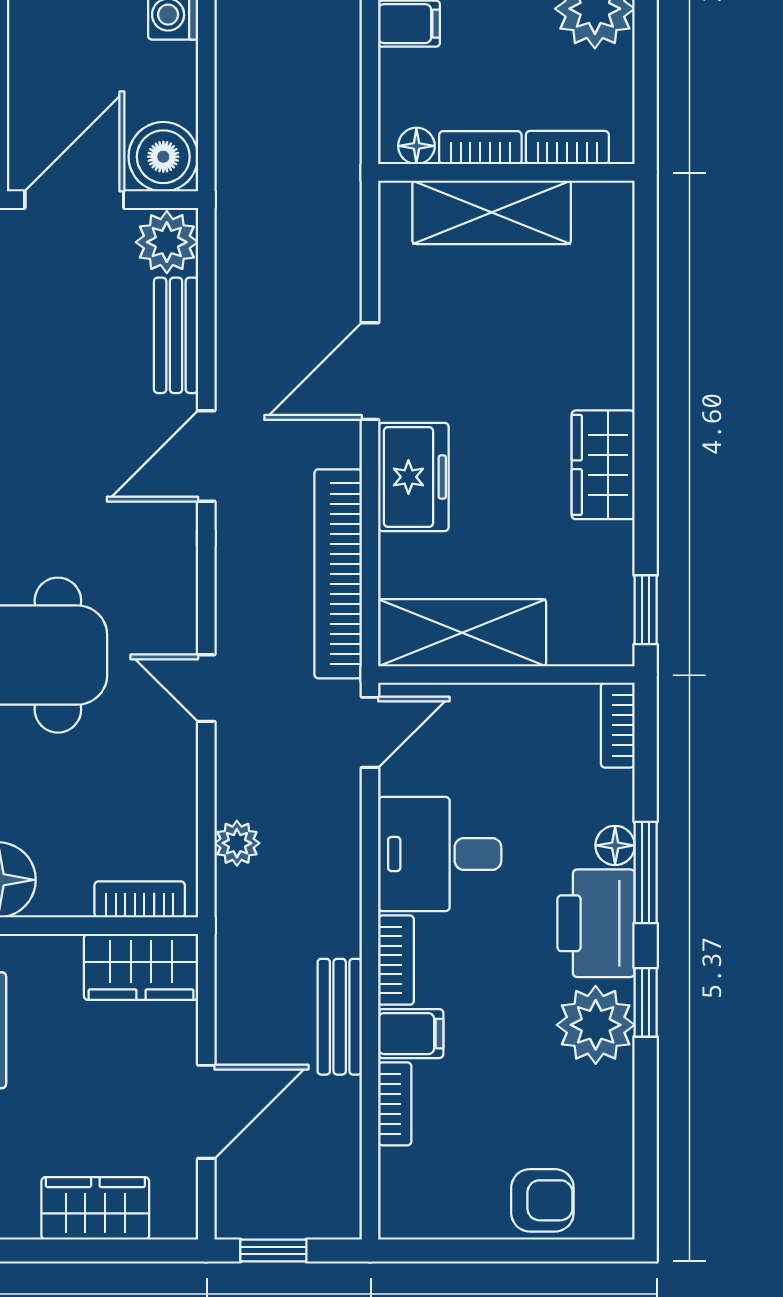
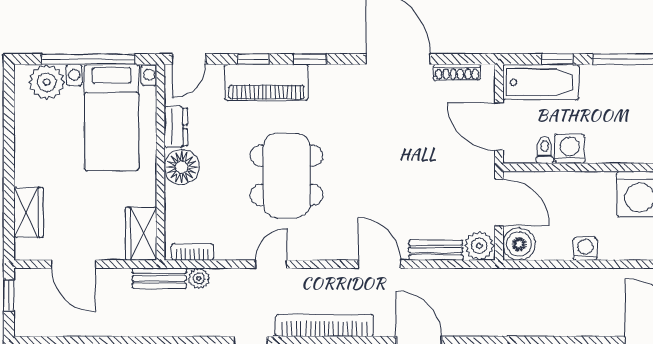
bookcase: (140, 899) -> (192, 252), moved, turned -90
bench: (340, 1017) -> (159, 278), moved

